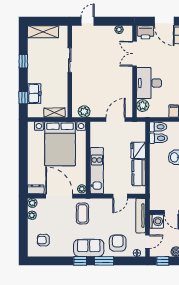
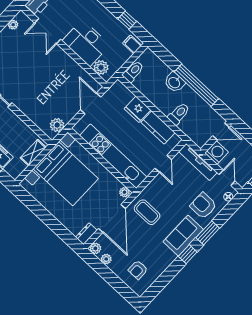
toilet: (158, 138) -> (179, 114), moved
kitchen unit: (97, 171) -> (113, 156), width x1.36
door: (59, 196) -> (112, 218), swing flipped

